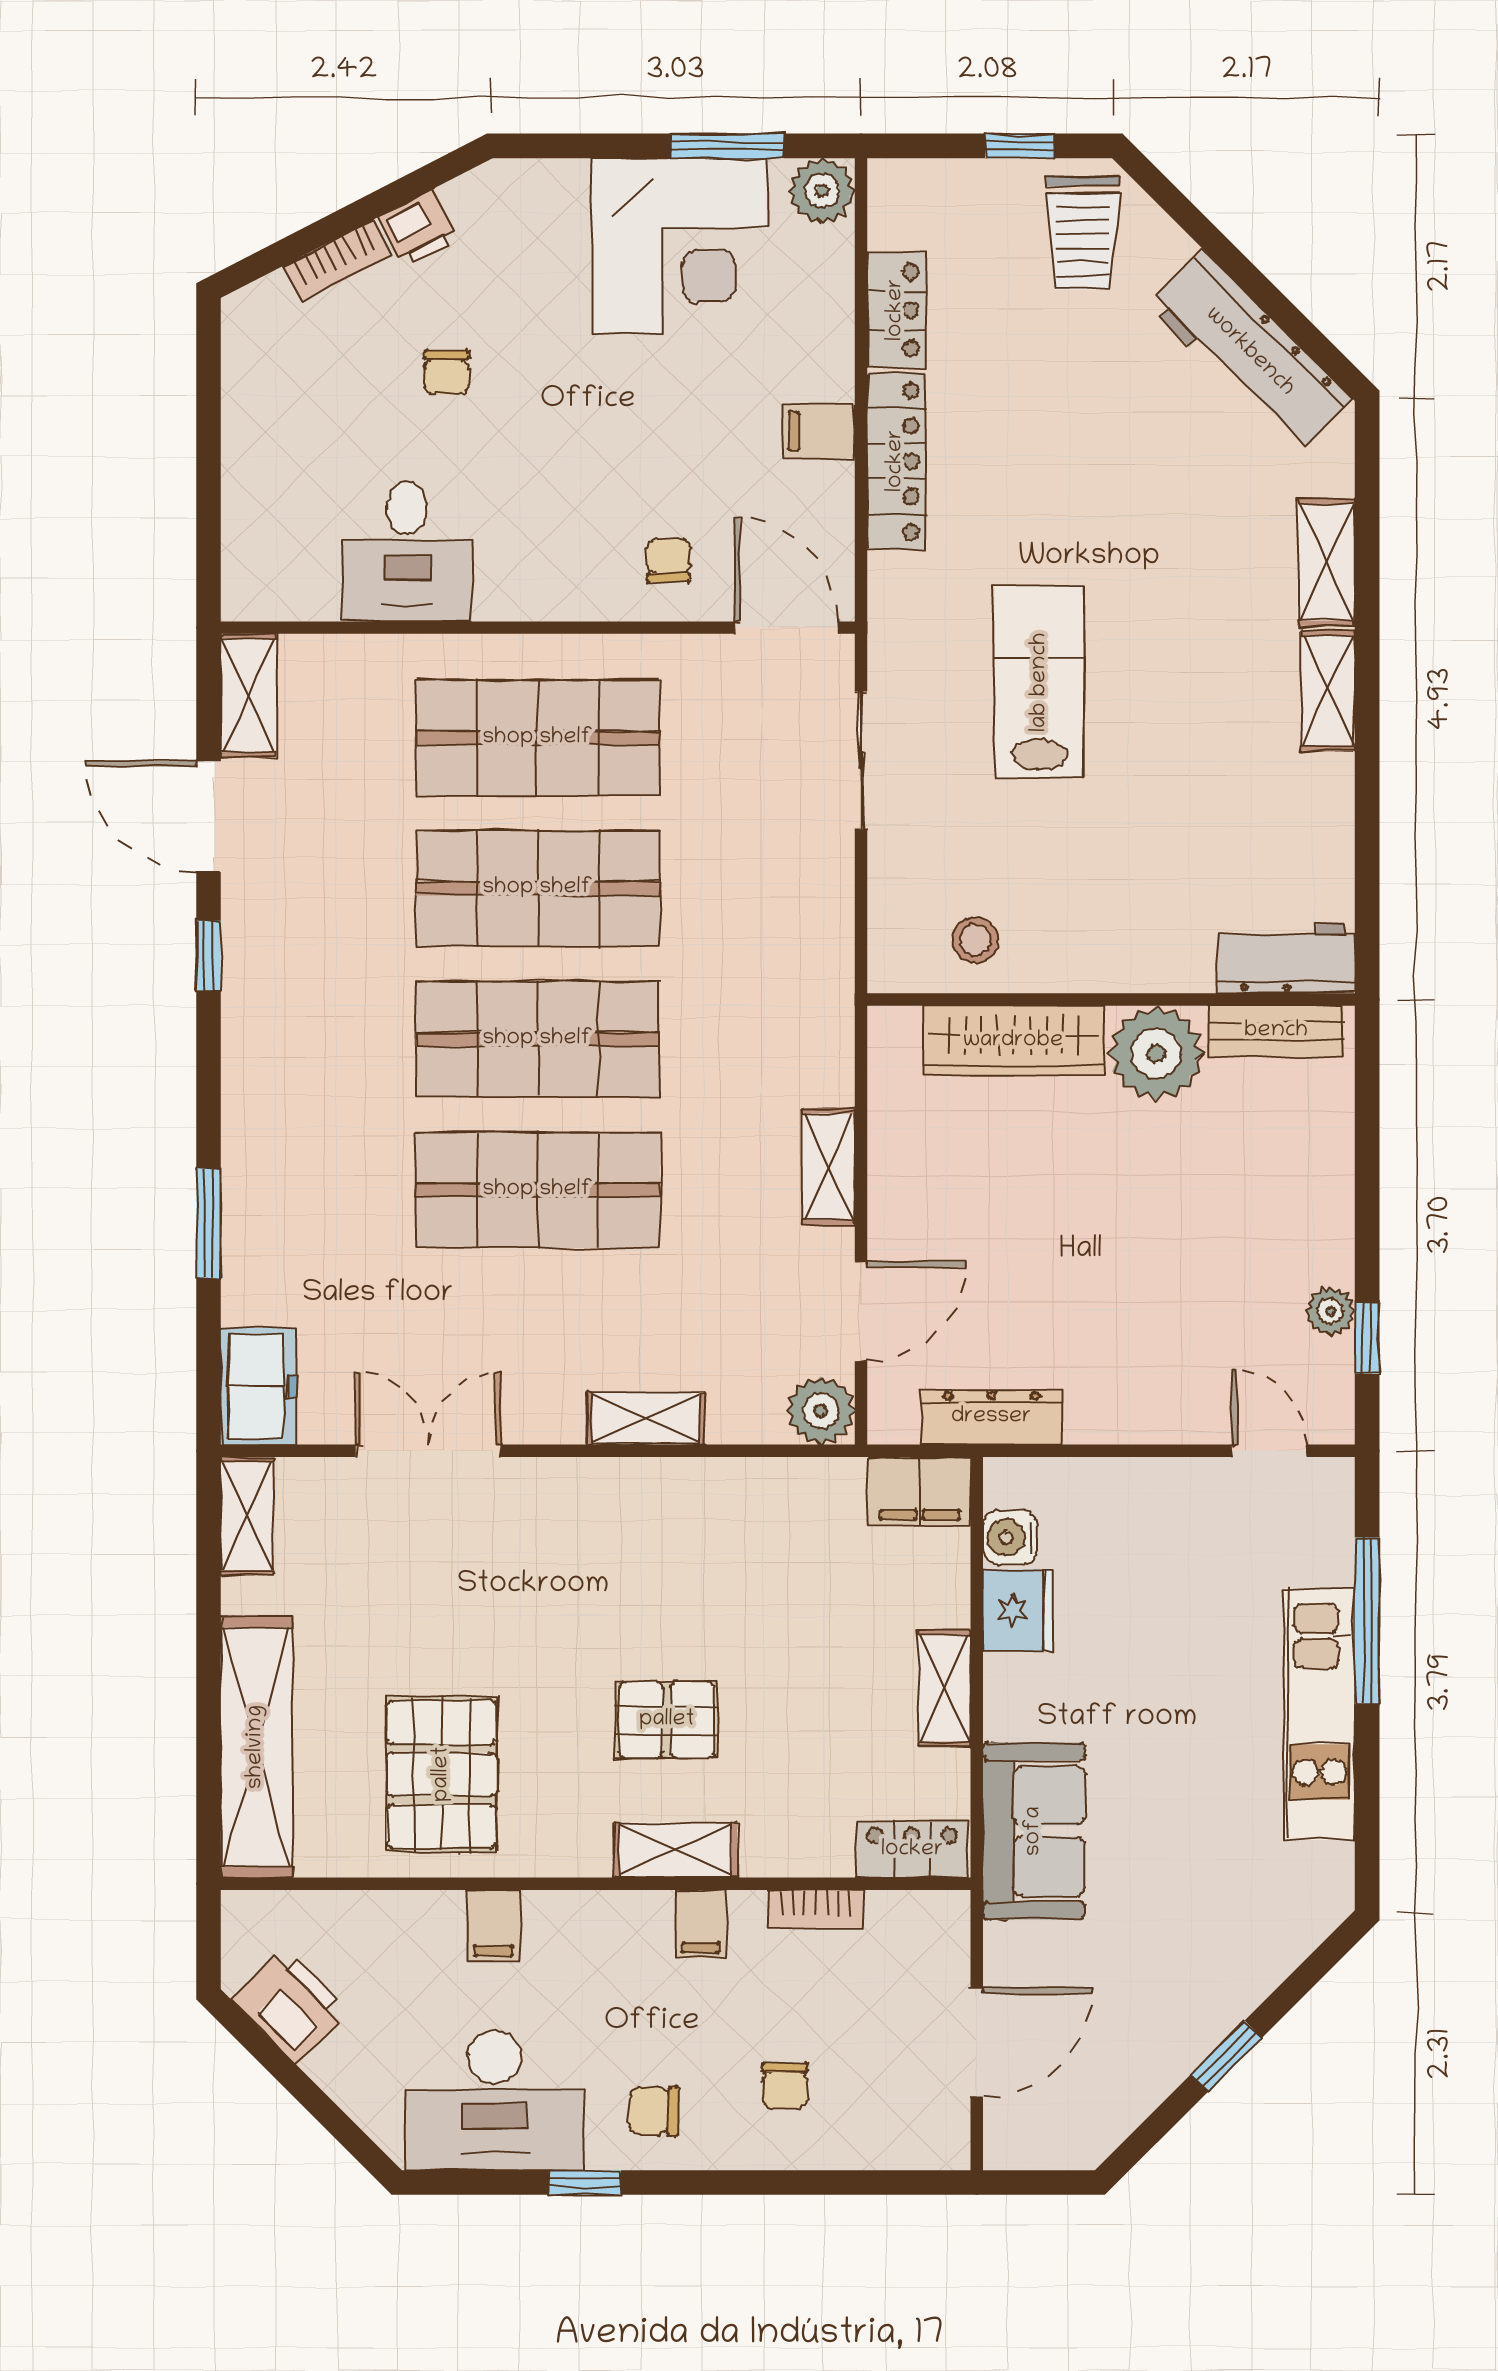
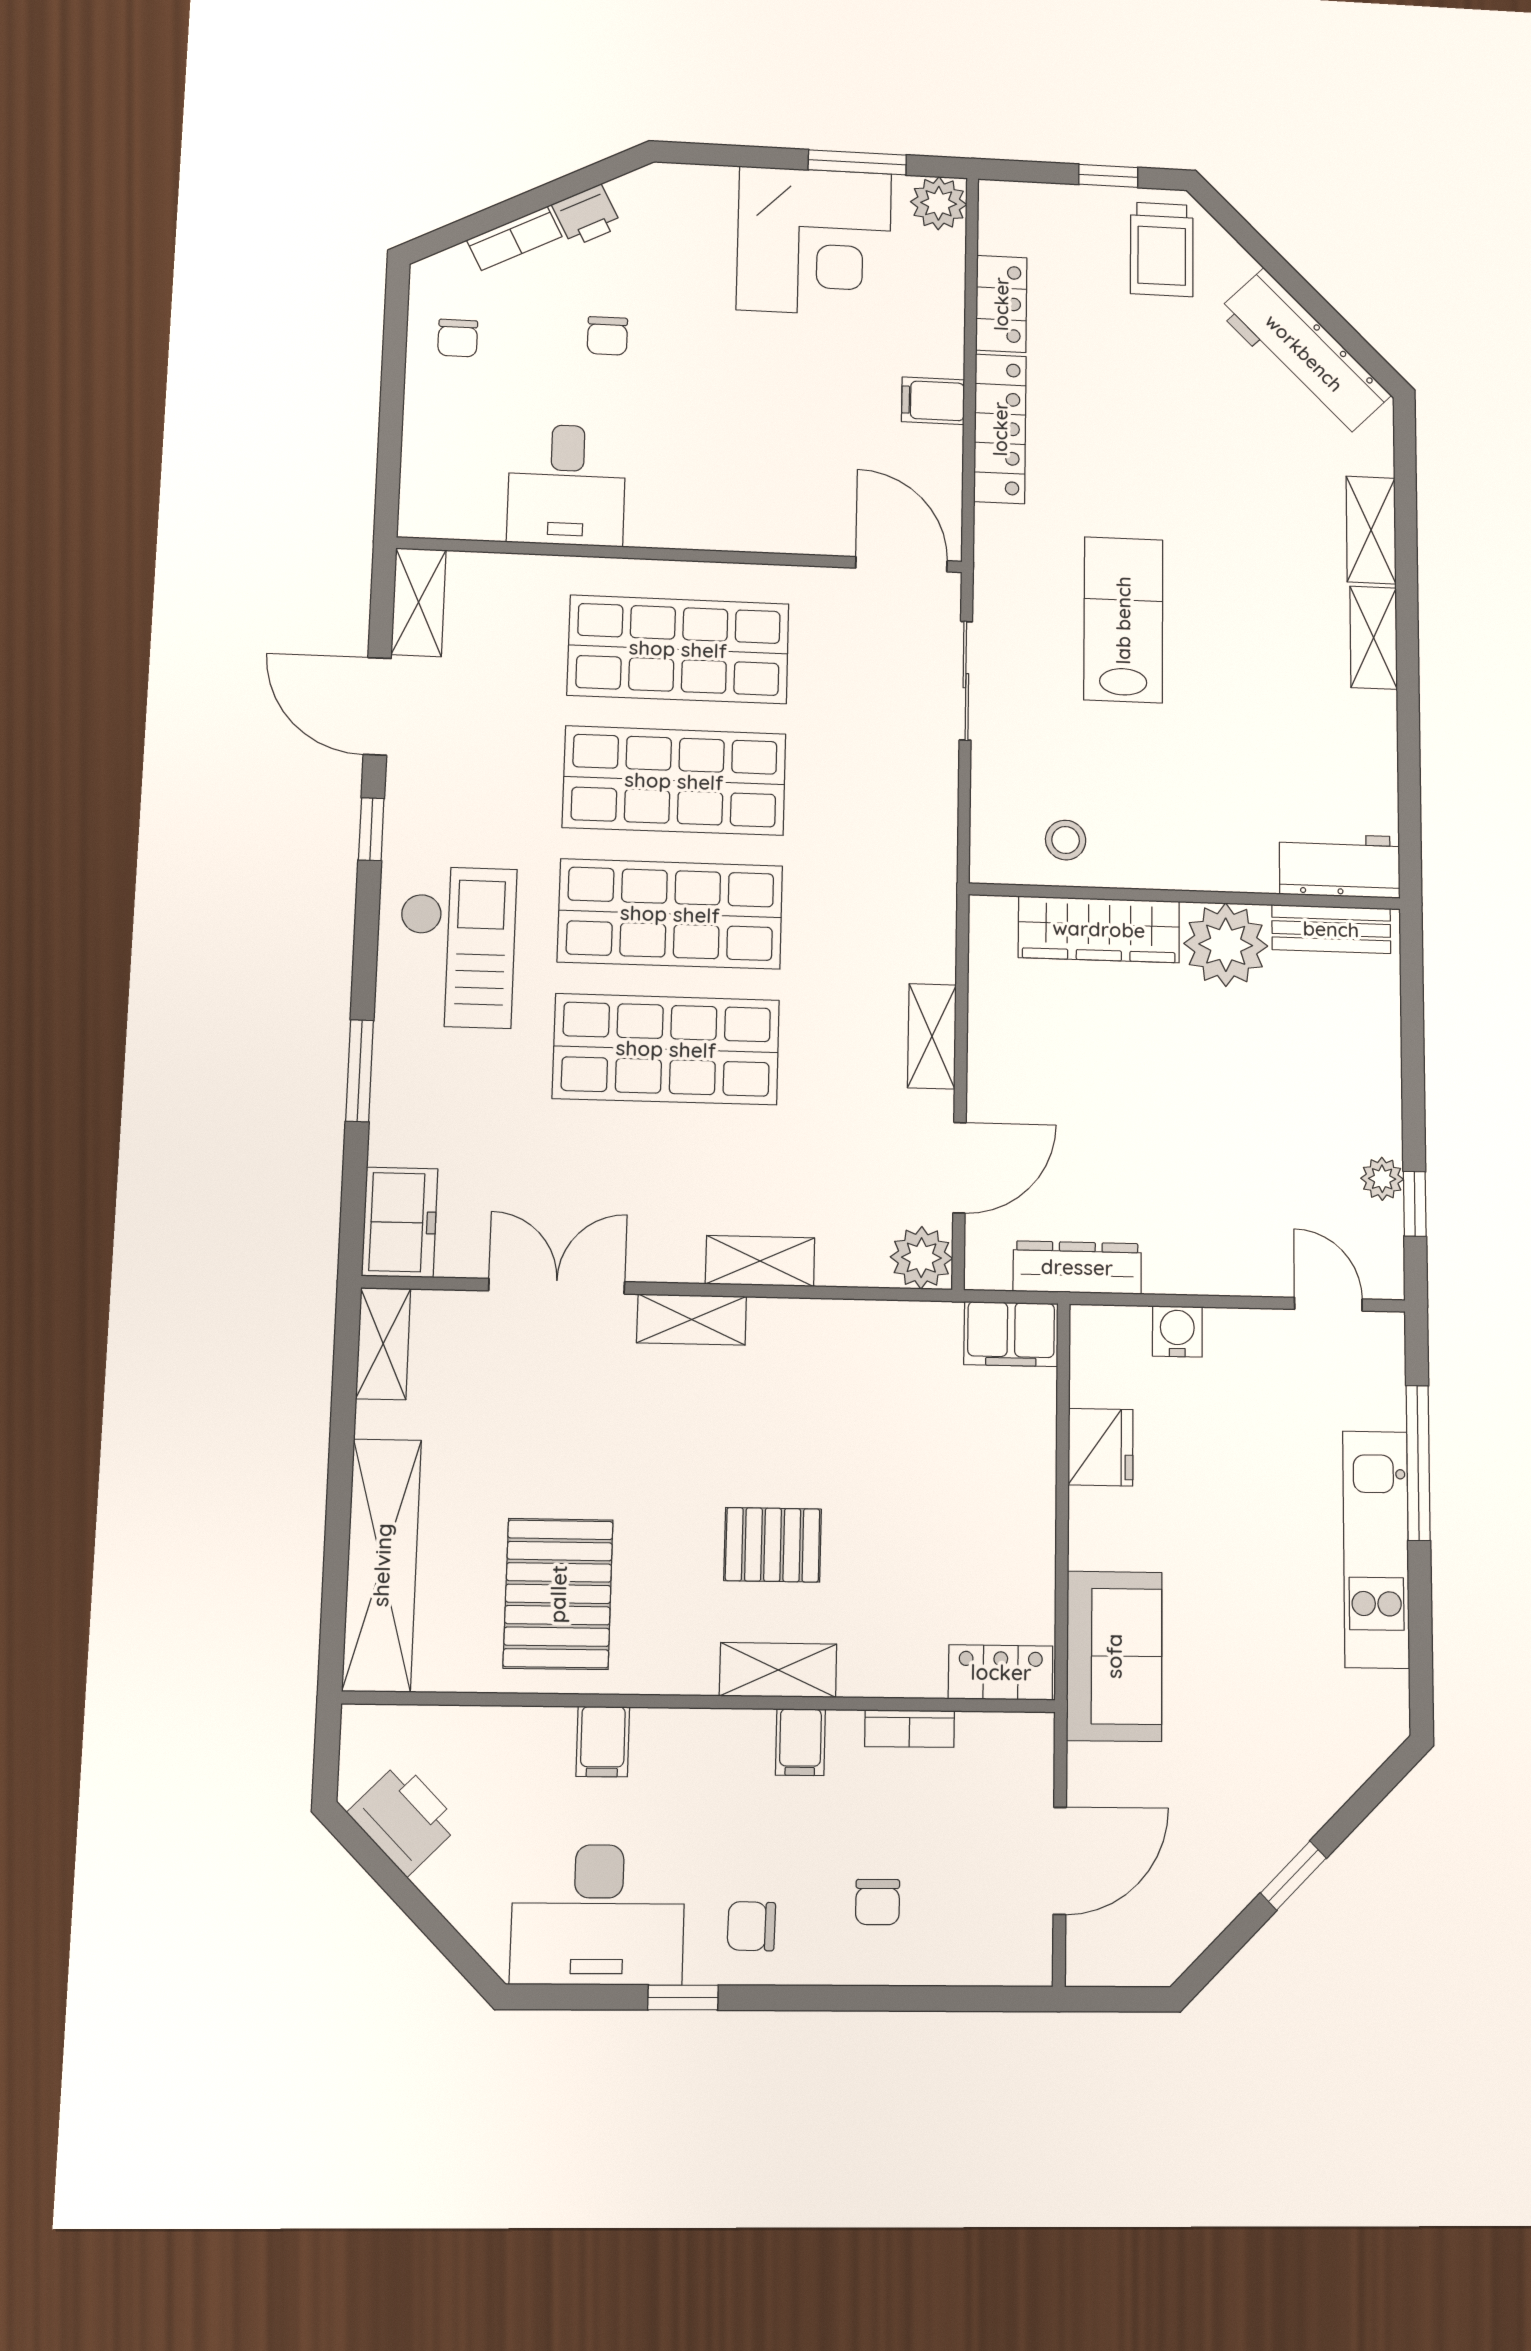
chair: (669, 560) -> (458, 338), moved, turned 180
checkout: (307, 1084) -> (457, 947), added
water cooler: (1010, 1537) -> (1177, 1331), moved, turned 90
shelving: (945, 1688) -> (692, 1319), moved, turned 90

